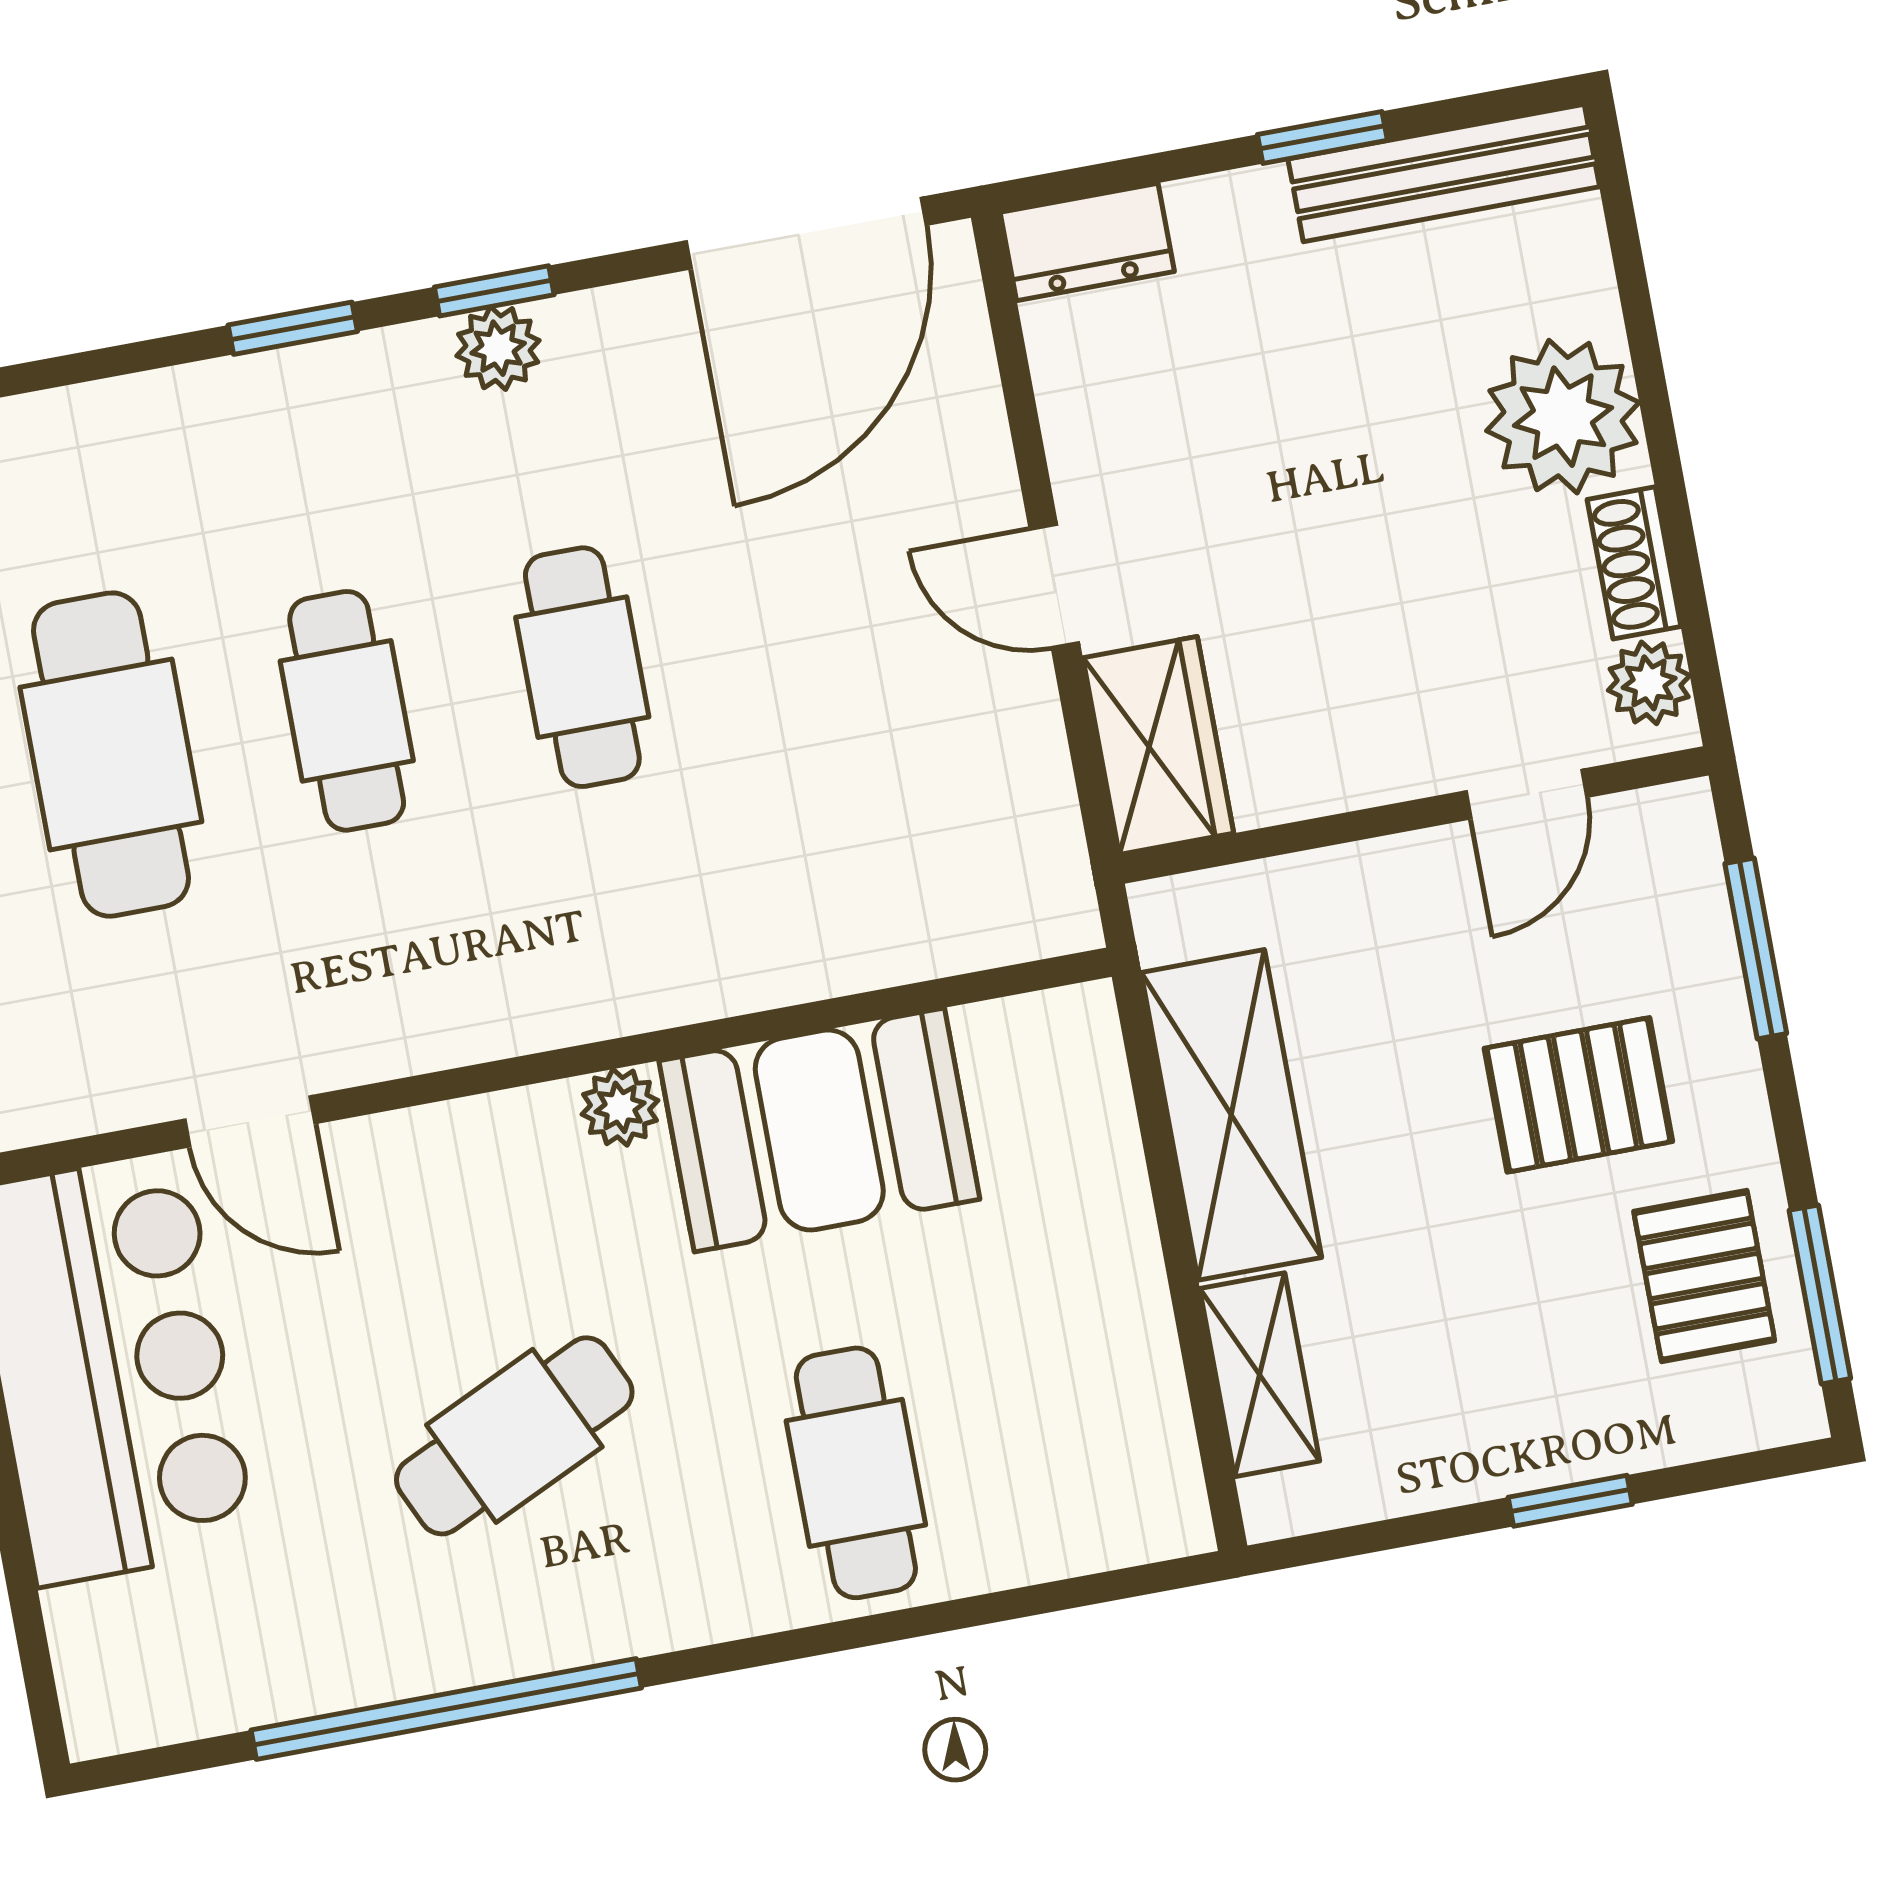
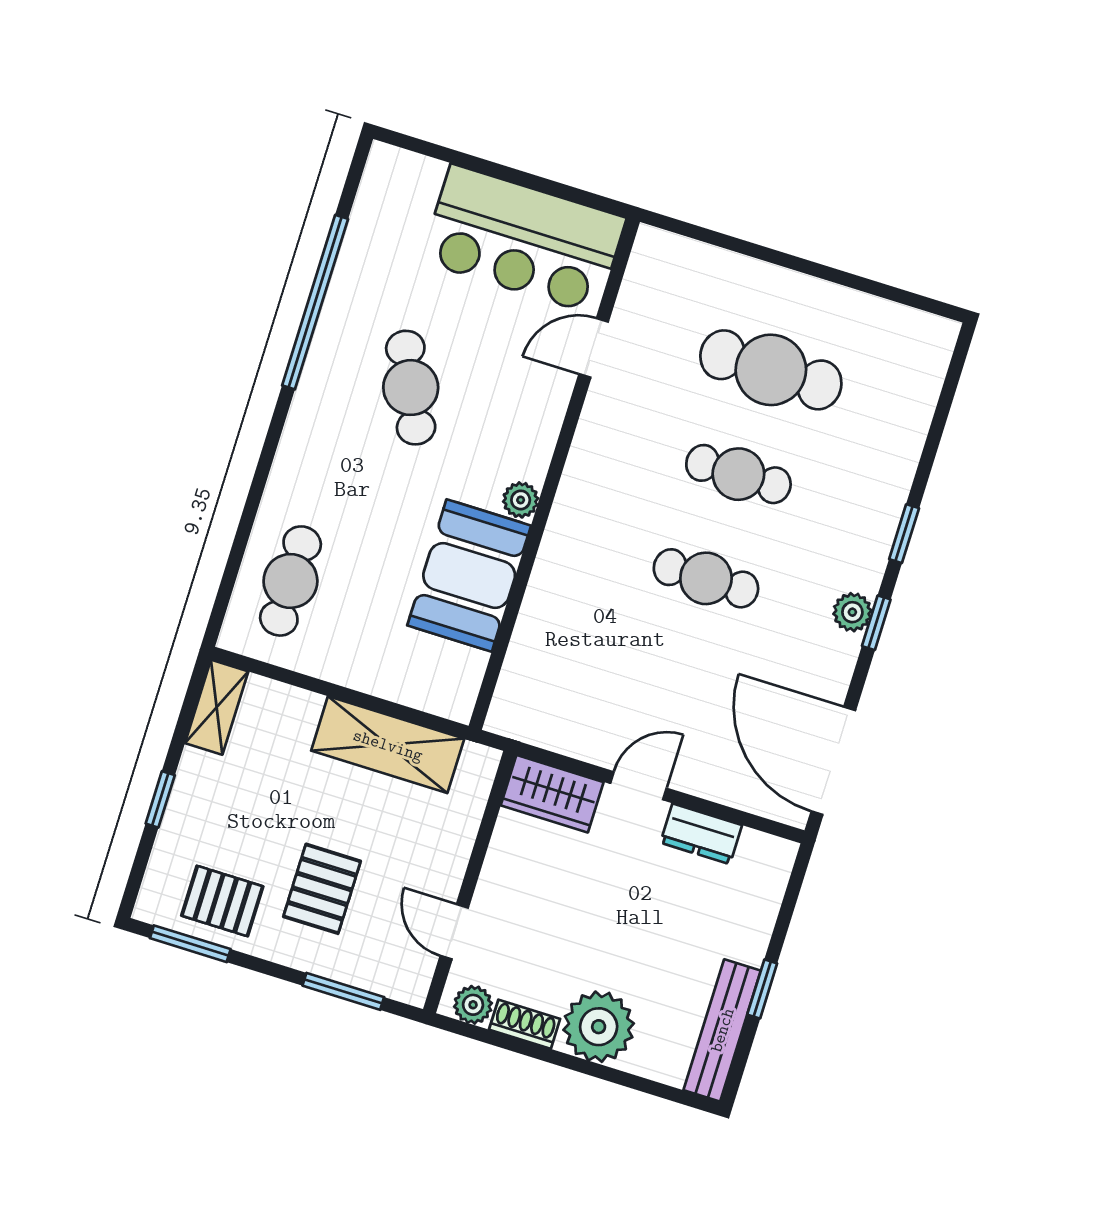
dresser: (1087, 242) -> (701, 834), moved, turned -90
shelving: (1260, 1375) -> (217, 707), moved, turned 90
cafe table: (856, 1473) -> (290, 581), moved, turned 90

